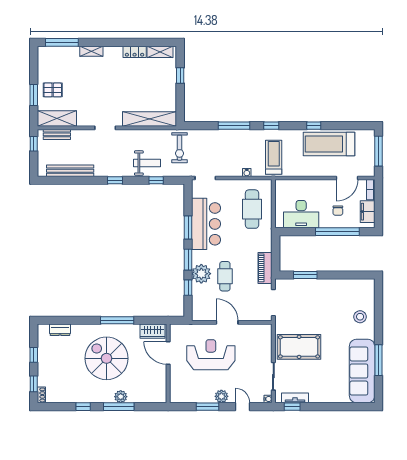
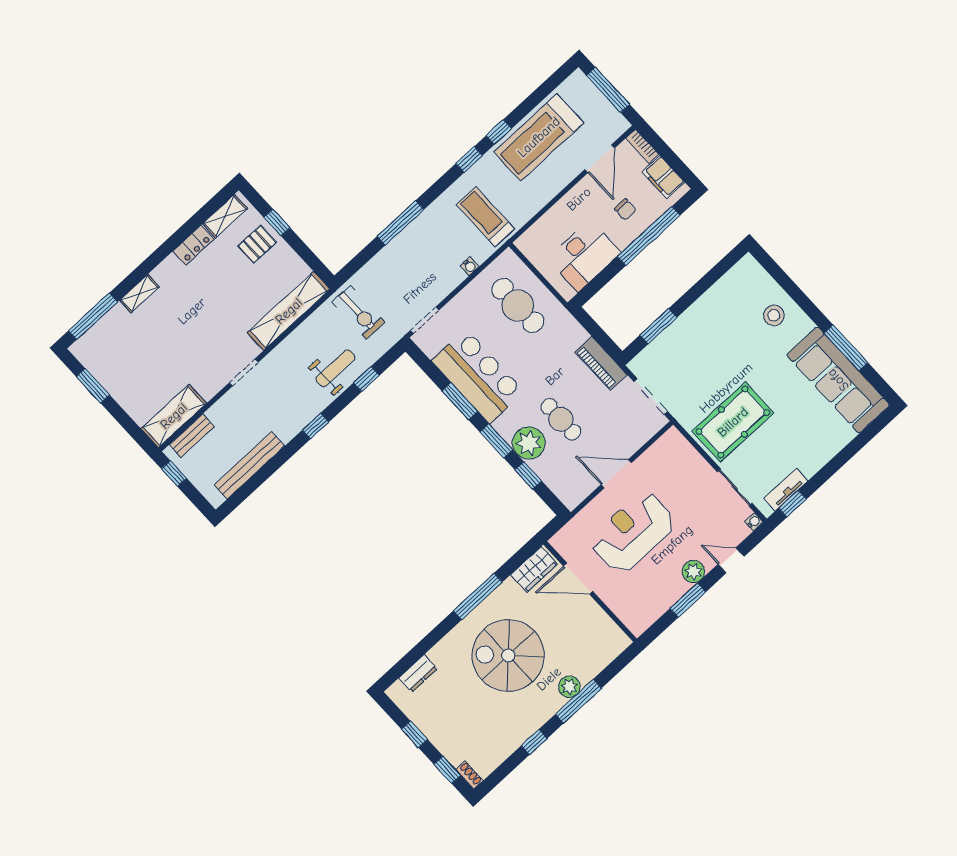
pallet: (53, 90) -> (257, 244), moved
window: (34, 95) -> (93, 386), moved
window: (271, 126) -> (469, 159), moved

